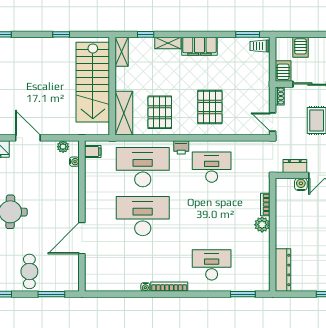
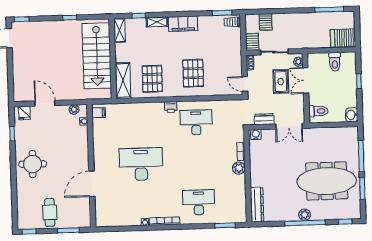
desk: (143, 167) -> (140, 124), removed
water cooler: (301, 184) -> (256, 135), moved

